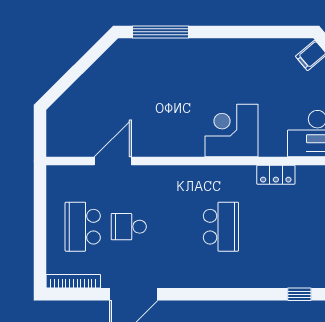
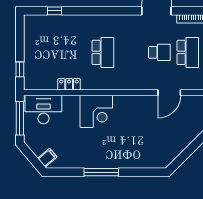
window: (160, 32) -> (101, 172), moved
school desk: (221, 227) -> (103, 52), turned 180

